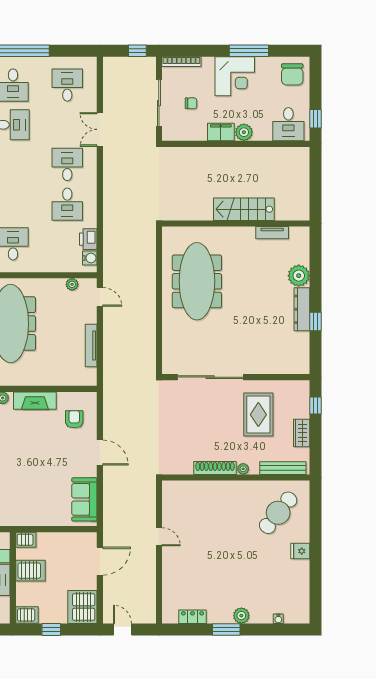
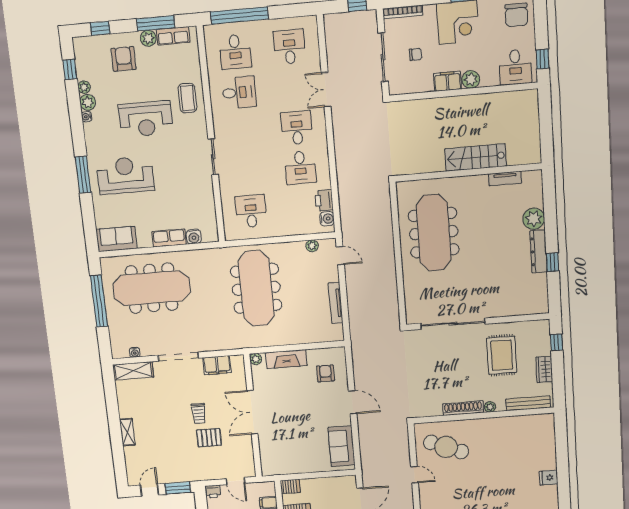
cafe table: (278, 513) -> (446, 447), moved, turned 73

